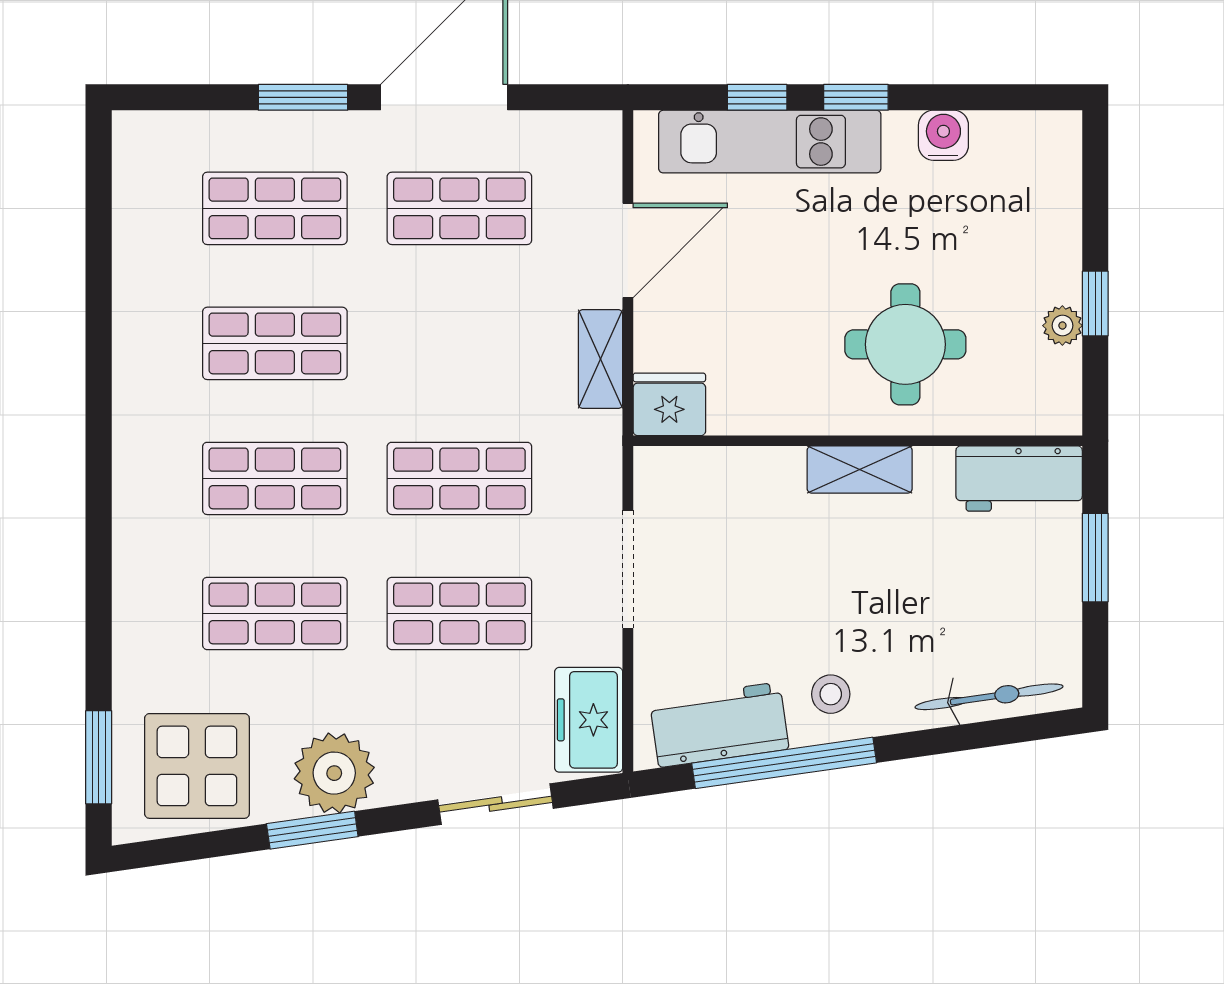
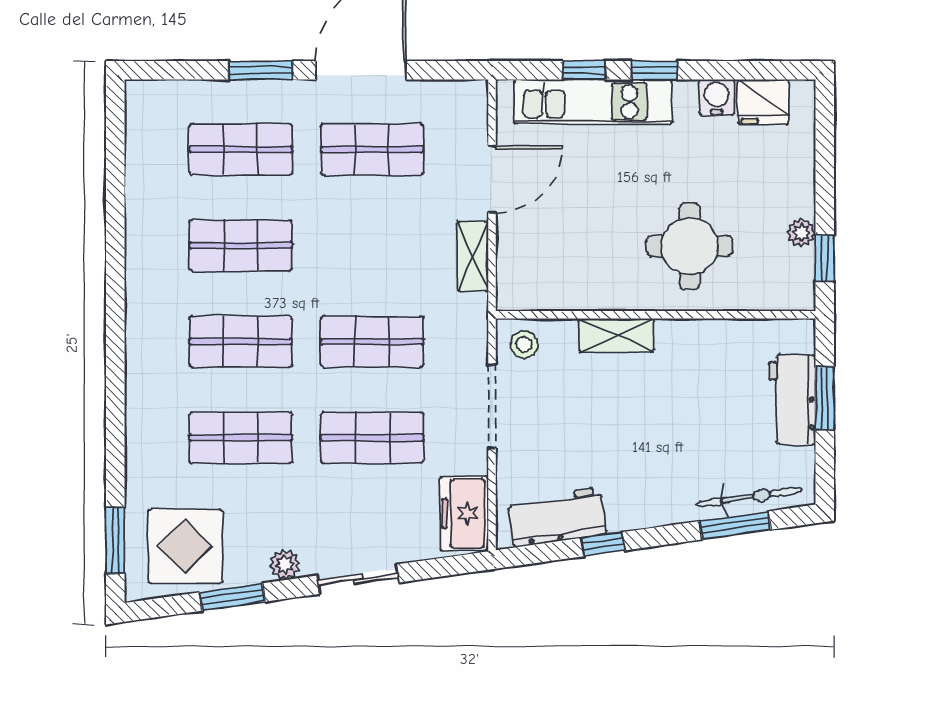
window: (1095, 304) -> (825, 258), moved
fridge: (669, 404) -> (763, 102), moved, turned 180
shelving: (860, 470) -> (616, 335), moved
workbench: (1019, 479) -> (792, 400), moved, turned 90
stool: (831, 694) -> (524, 344), moved
window: (970, 736) -> (735, 525), added
window: (784, 763) -> (603, 544), width x0.32
plant: (334, 773) -> (285, 565), width x0.53, depth x0.53
sliding door: (496, 804) -> (358, 579), moved
window: (312, 830) -> (232, 597), moved

